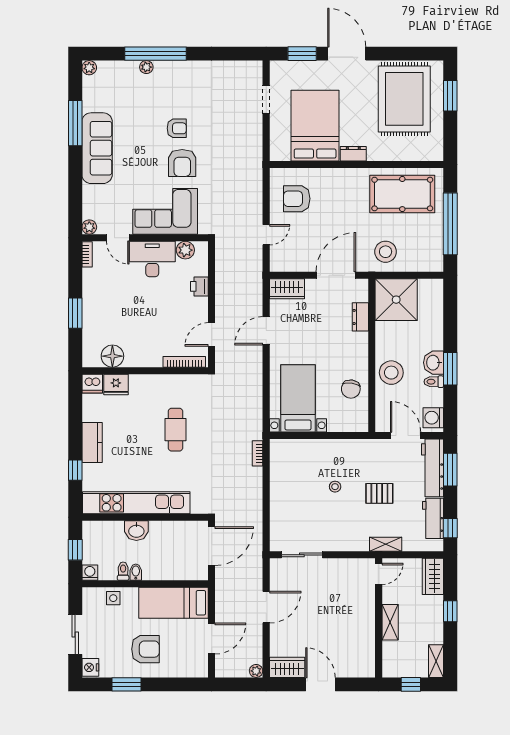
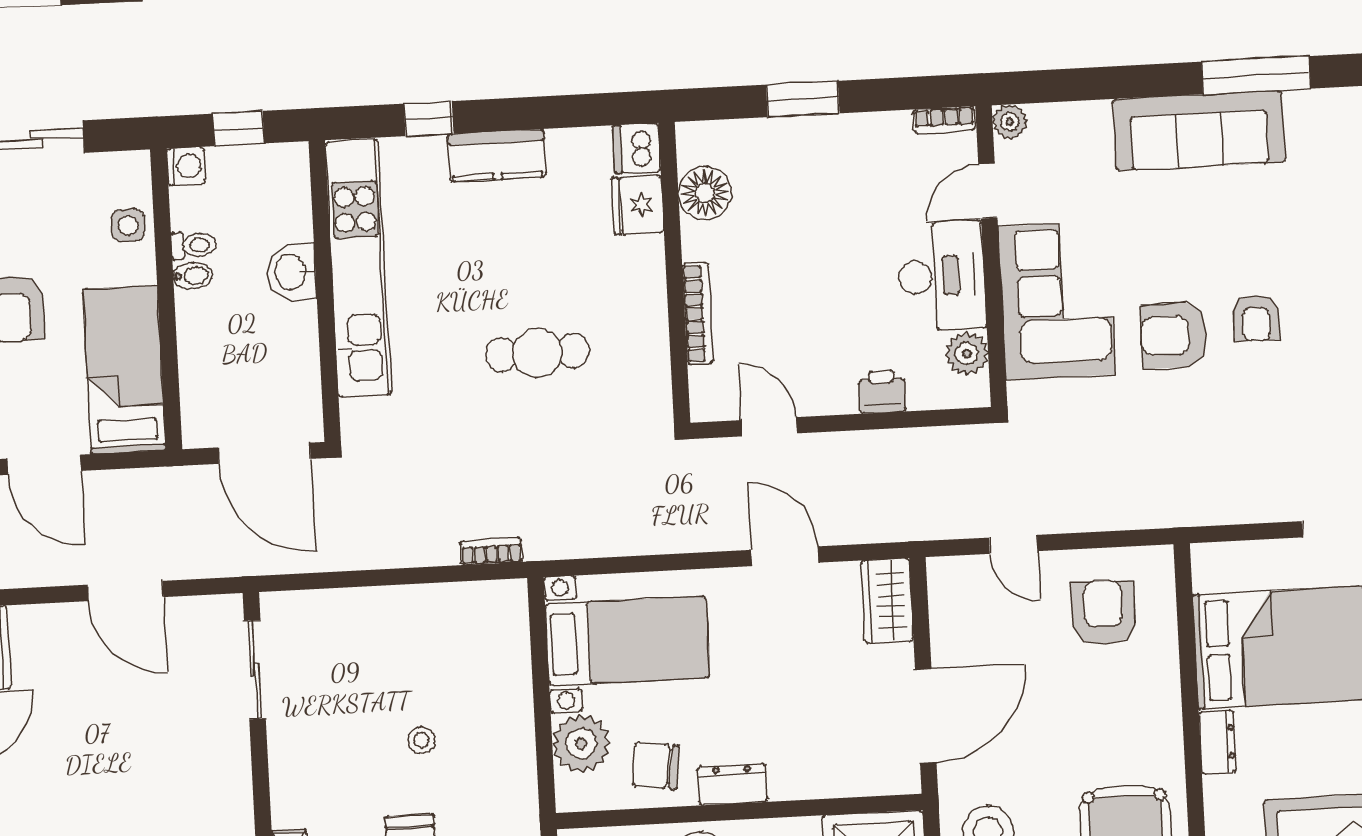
door: (336, 275) -> (926, 716), hinge flipped
dresser: (360, 317) -> (732, 784), moved
bookcase: (184, 362) -> (698, 314), moved
plant: (340, 420) -> (581, 744), added

